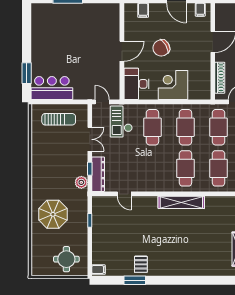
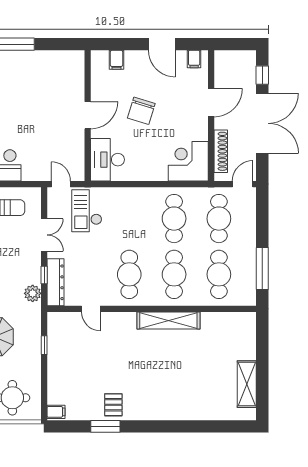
chair: (161, 48) -> (141, 111), turned -42
corner desk: (173, 85) -> (188, 161), moved
cafe table: (152, 127) -> (129, 274), moved

